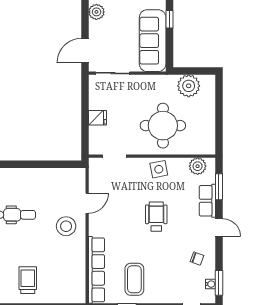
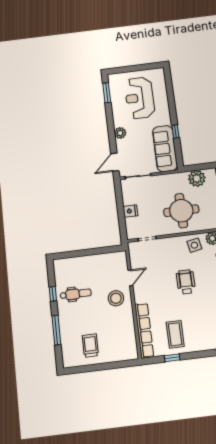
side table: (159, 169) -> (194, 245), moved

